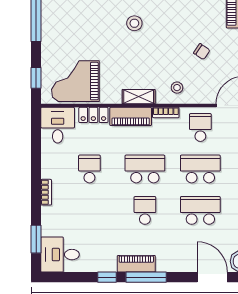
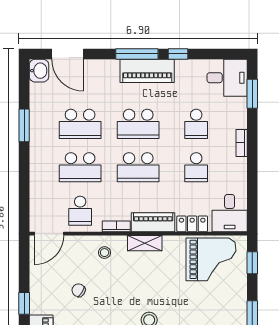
school desk: (89, 210) -> (196, 124), added
school desk: (145, 210) -> (138, 124), width x1.85
piano: (136, 264) -> (147, 71), width x1.37, depth x1.33

